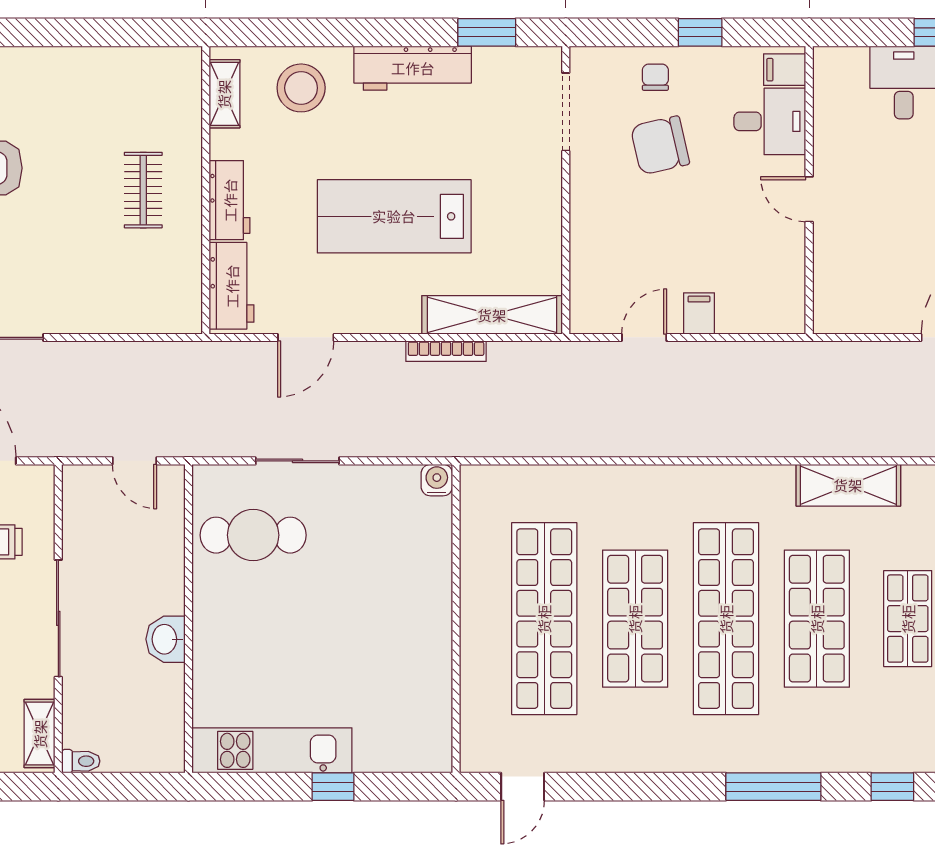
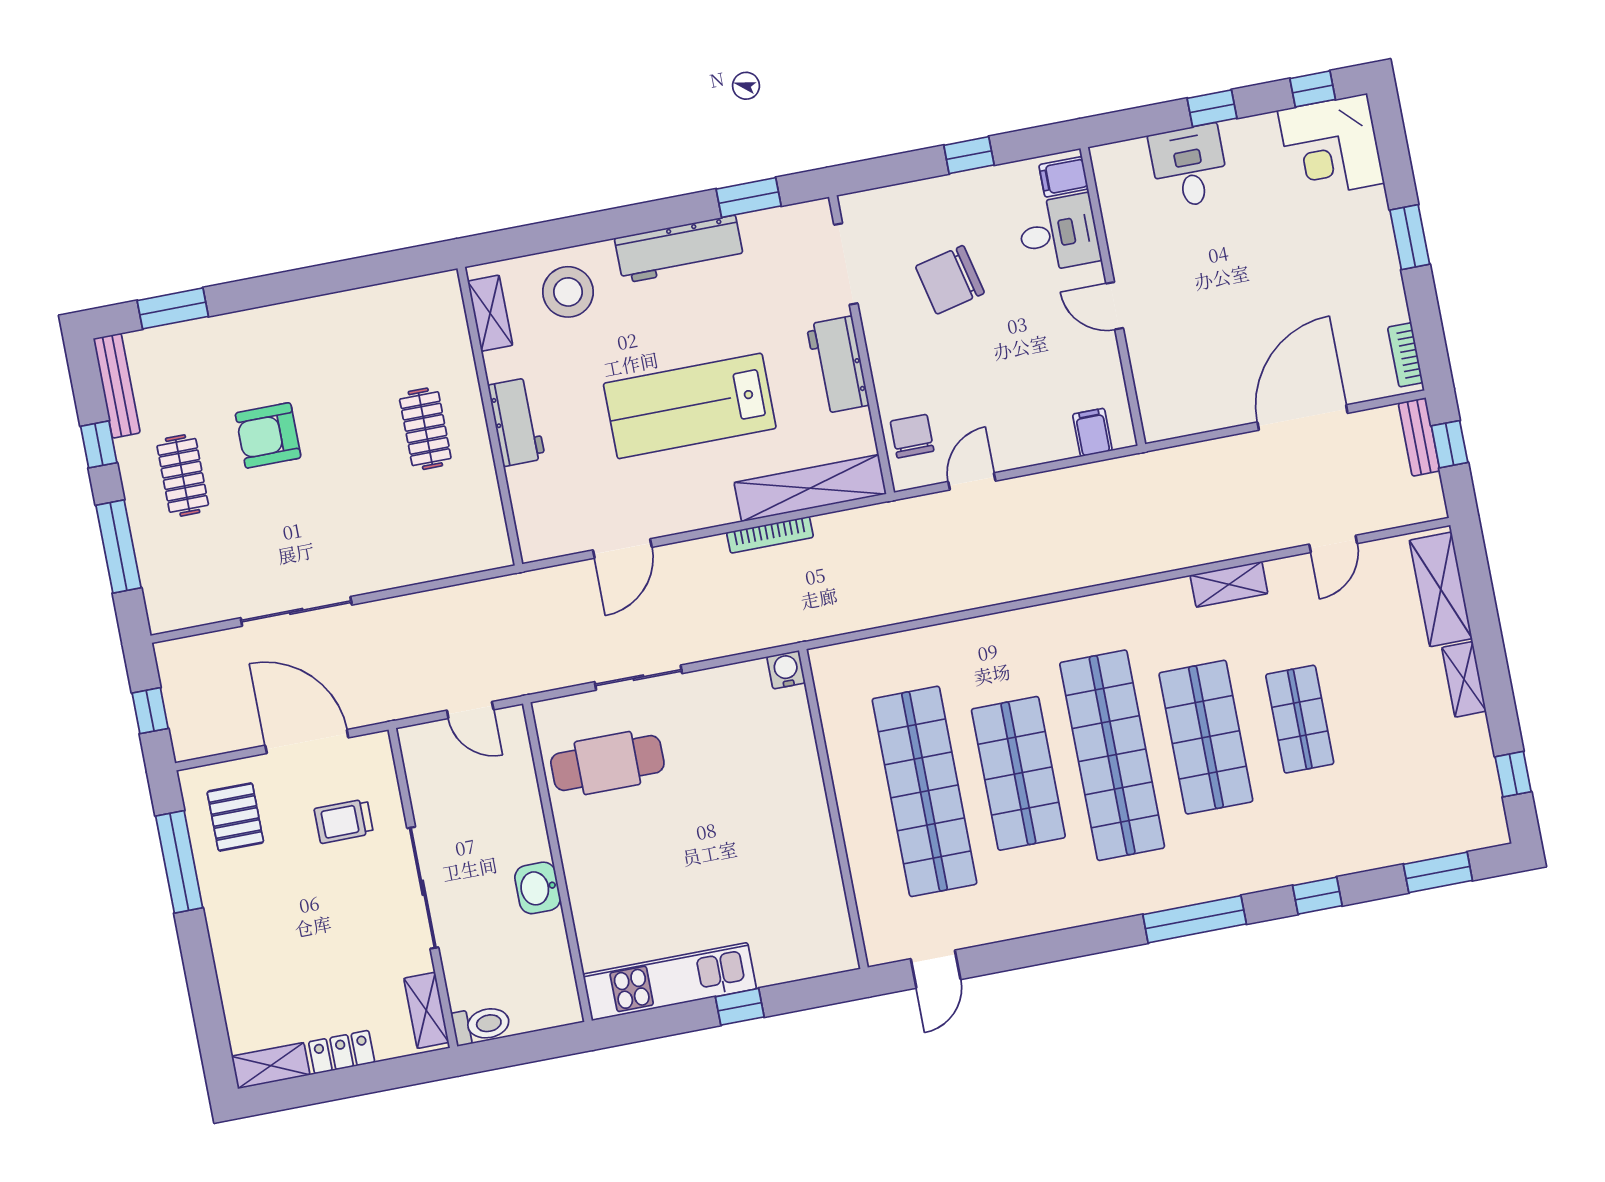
chair: (655, 77) -> (912, 436), moved, width x1.37, depth x1.37
workbench: (232, 286) -> (838, 365), moved, turned 180
filing cabinet: (699, 313) -> (1092, 432), moved
shelving: (848, 485) -> (1229, 584), width x0.67, depth x0.75
toilet: (81, 761) -> (481, 1025), width x1.37, depth x1.39

